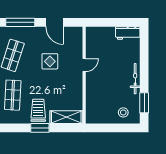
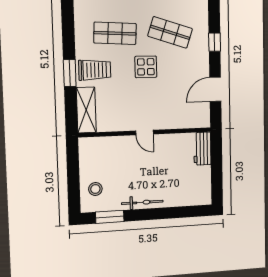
window: (20, 22) -> (215, 42), width x0.46
workbench: (128, 33) -> (202, 149), moved
display table: (50, 61) -> (146, 67), moved
door: (84, 65) -> (145, 132), moved

